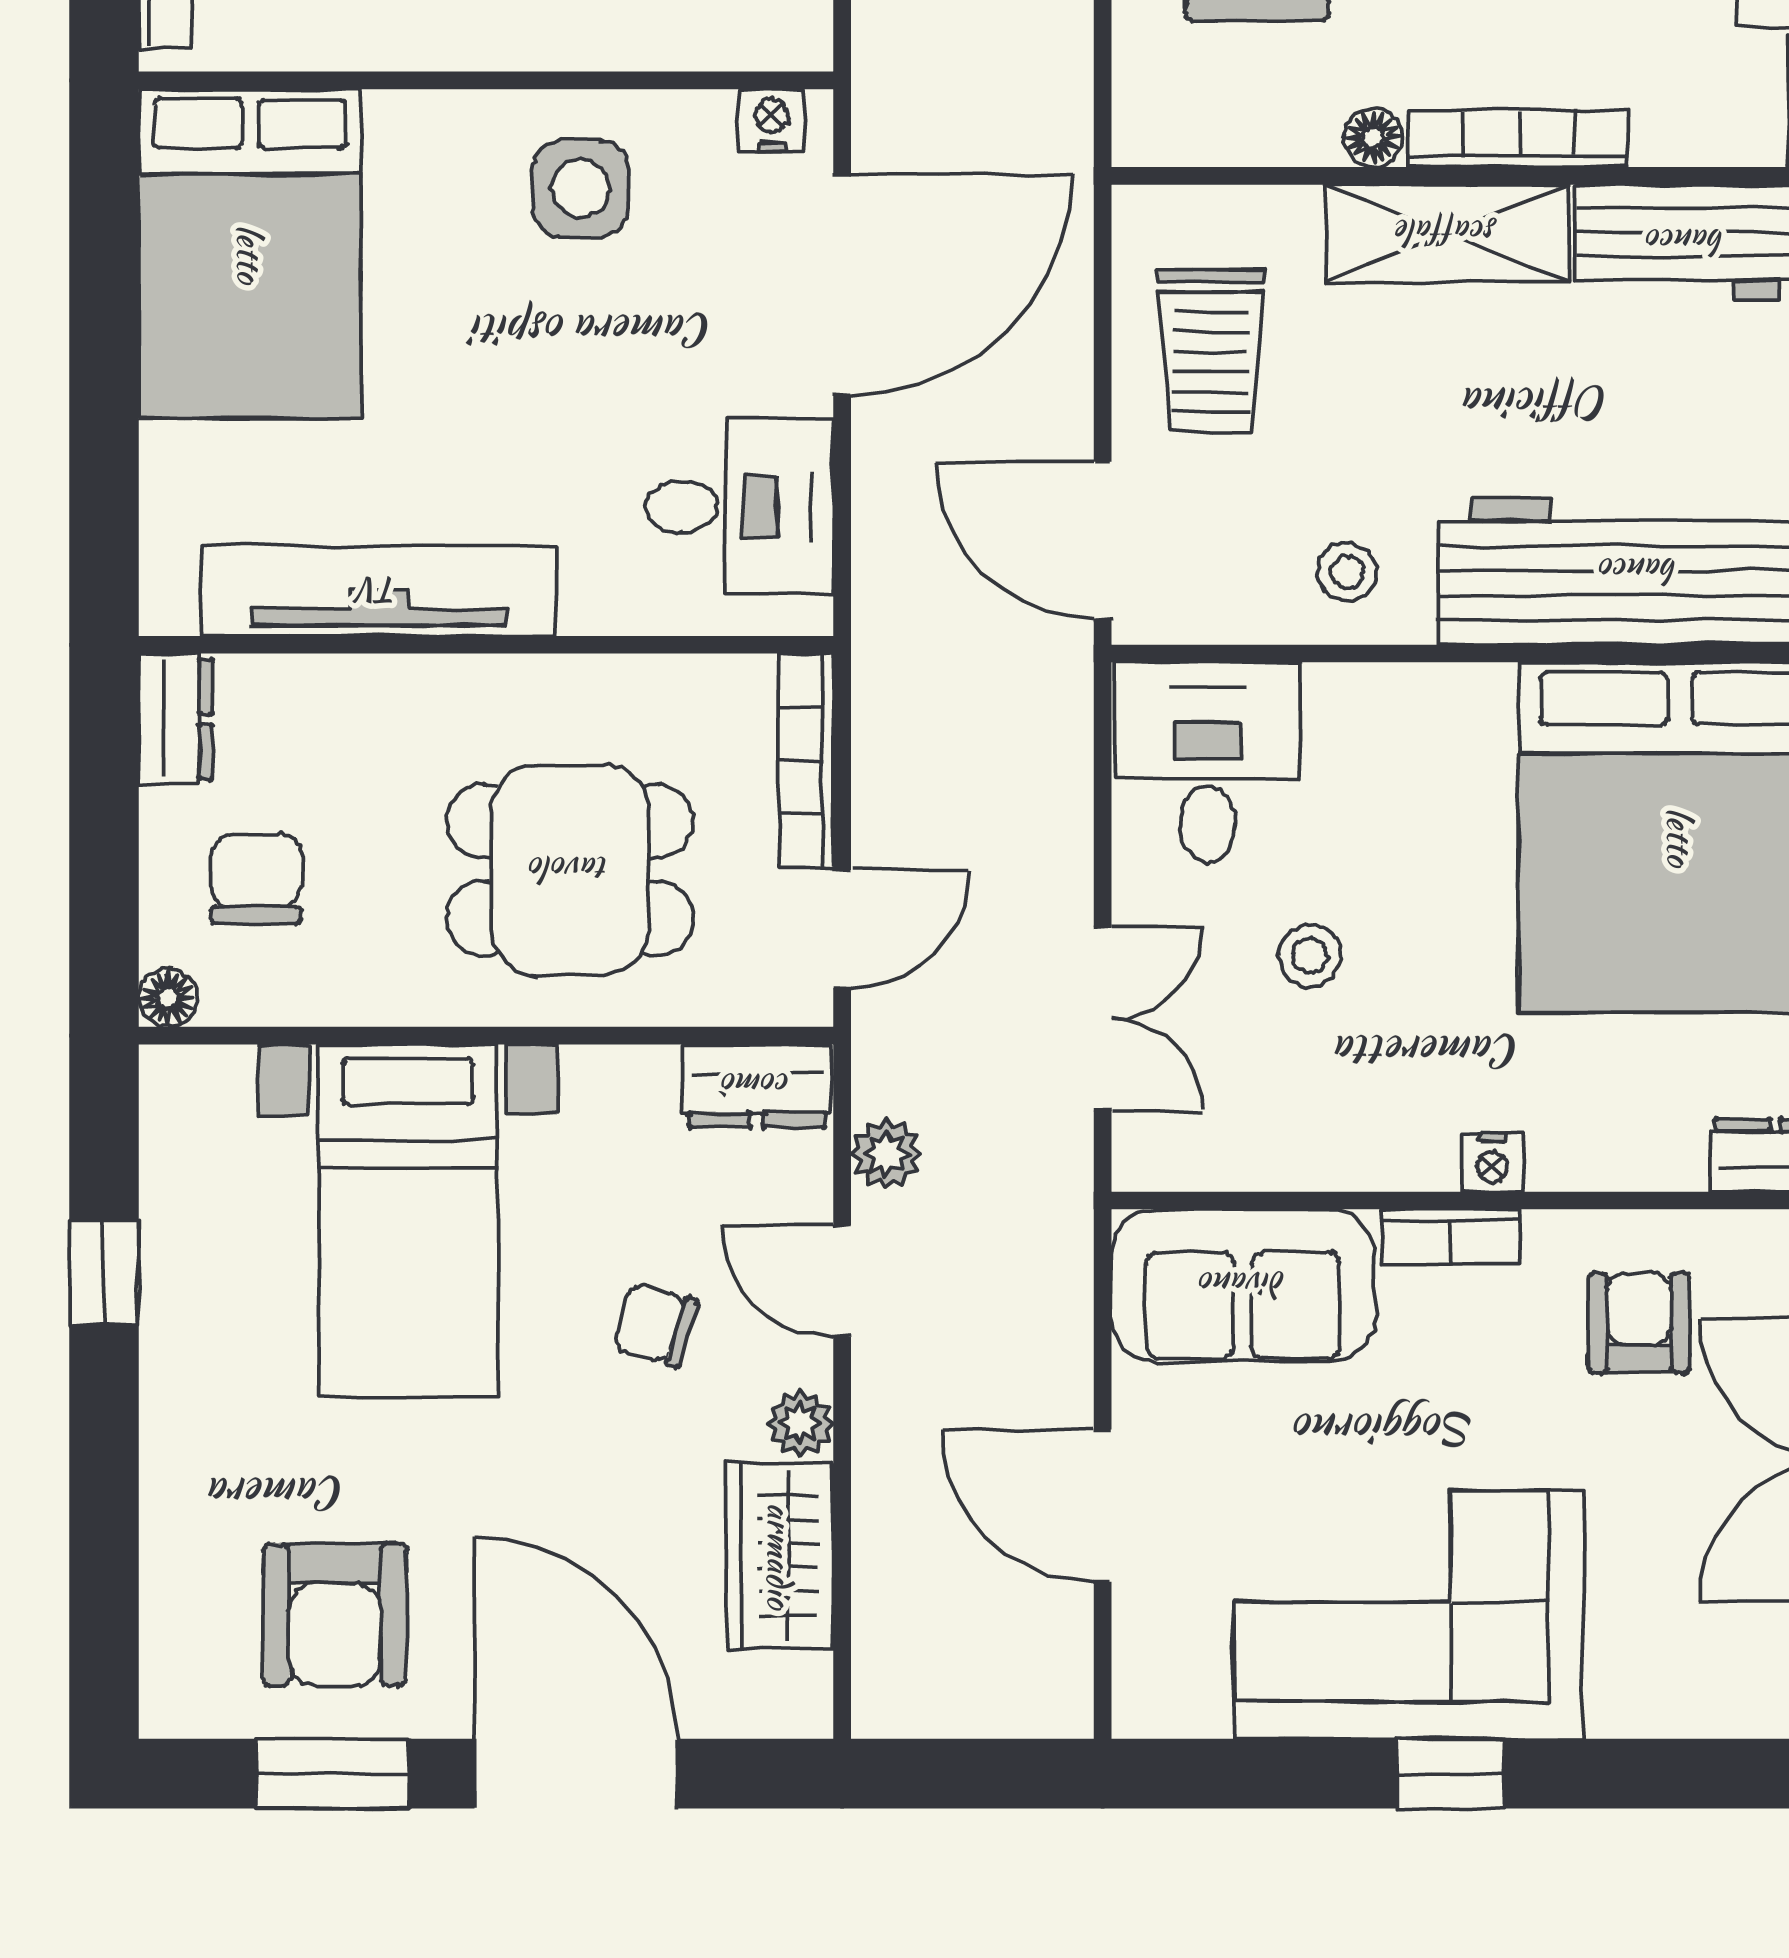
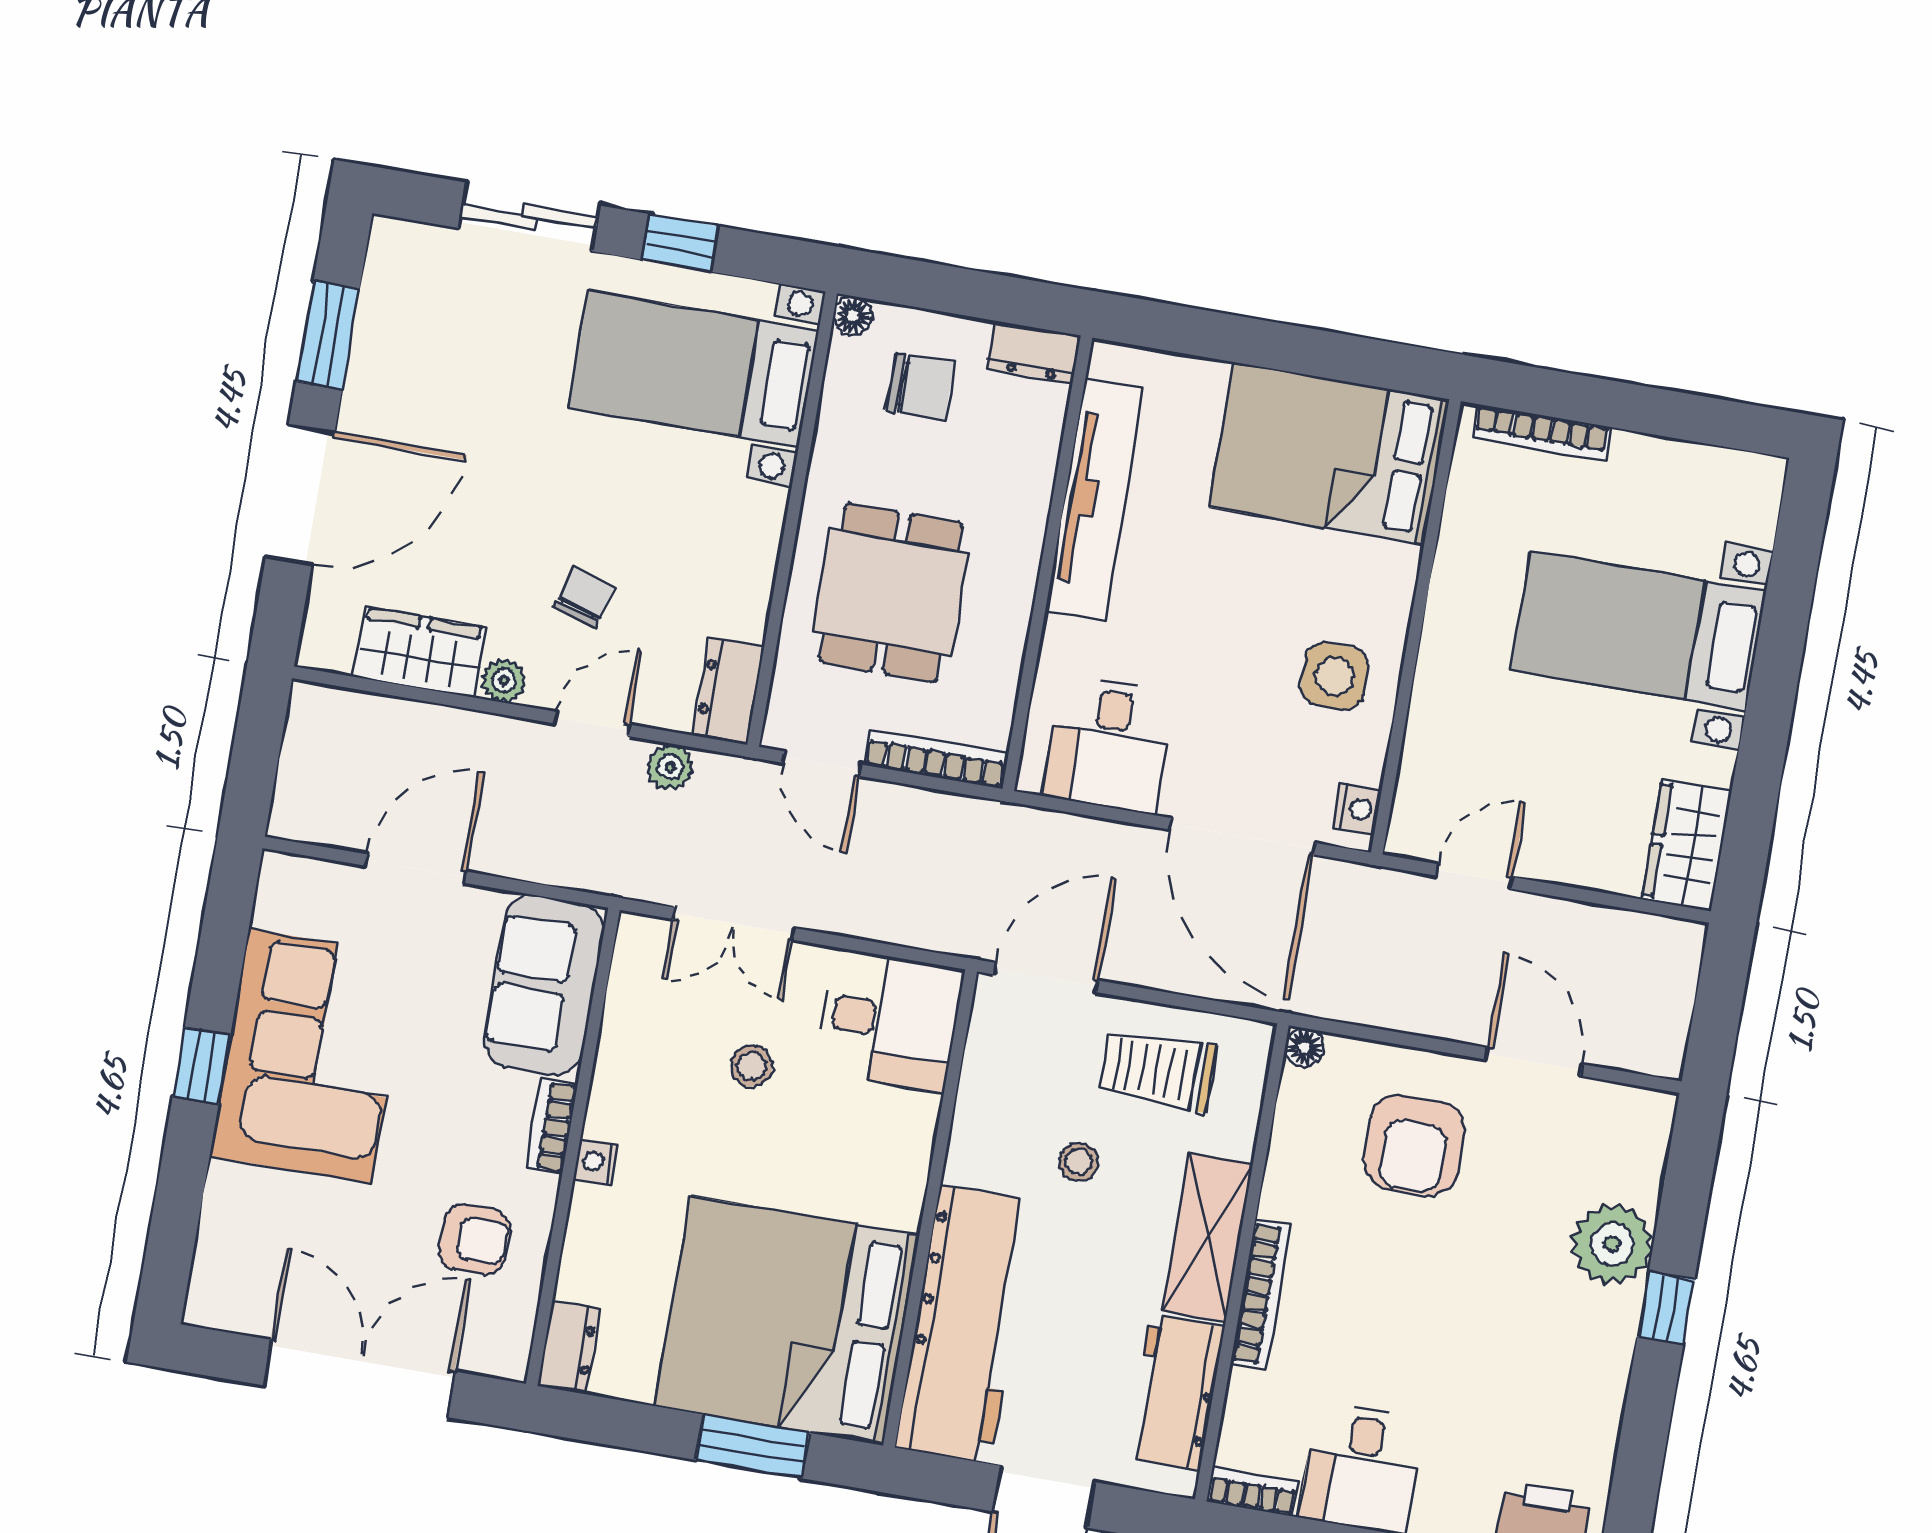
floor lamp: (1373, 138) -> (1304, 1048), moved
stool: (1347, 572) -> (1079, 1162), moved
bed with nightstands: (408, 1221) -> (694, 369), moved
sliding door: (104, 1505) -> (529, 217), added
armchair: (335, 1615) -> (431, 355), removed

